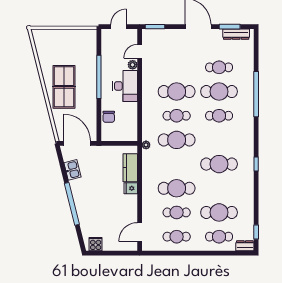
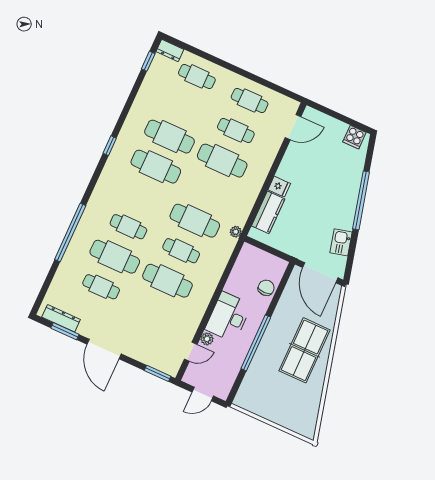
cafe table: (219, 212) -> (170, 137), moved

